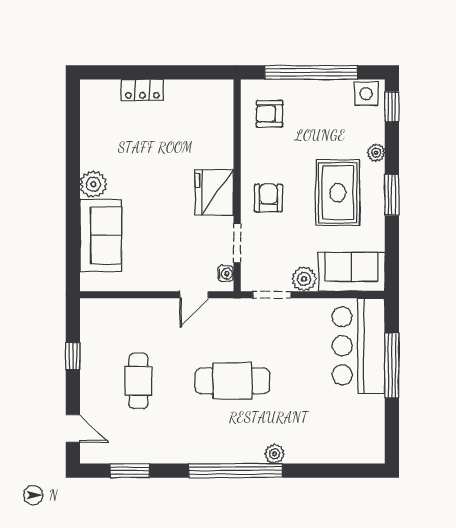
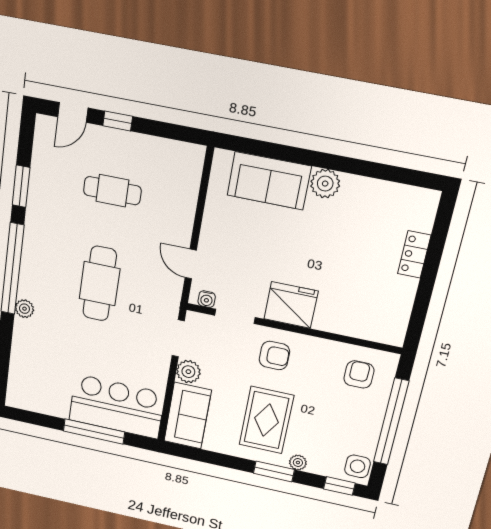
rug: (338, 193) -> (266, 420), turned 90
window: (392, 195) -> (274, 471), moved
window: (73, 356) -> (118, 121), moved
window: (130, 471) -> (21, 186), moved

